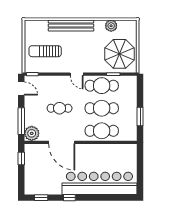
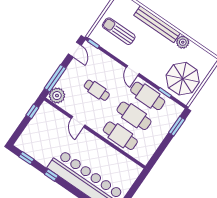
plant: (111, 26) -> (183, 42), moved
window: (140, 116) -> (177, 126), moved
door: (62, 142) -> (78, 122), width x0.53

